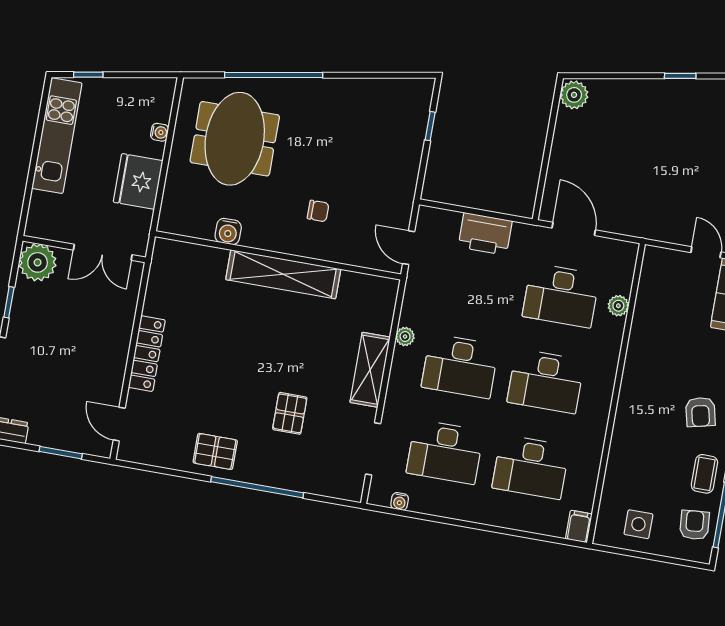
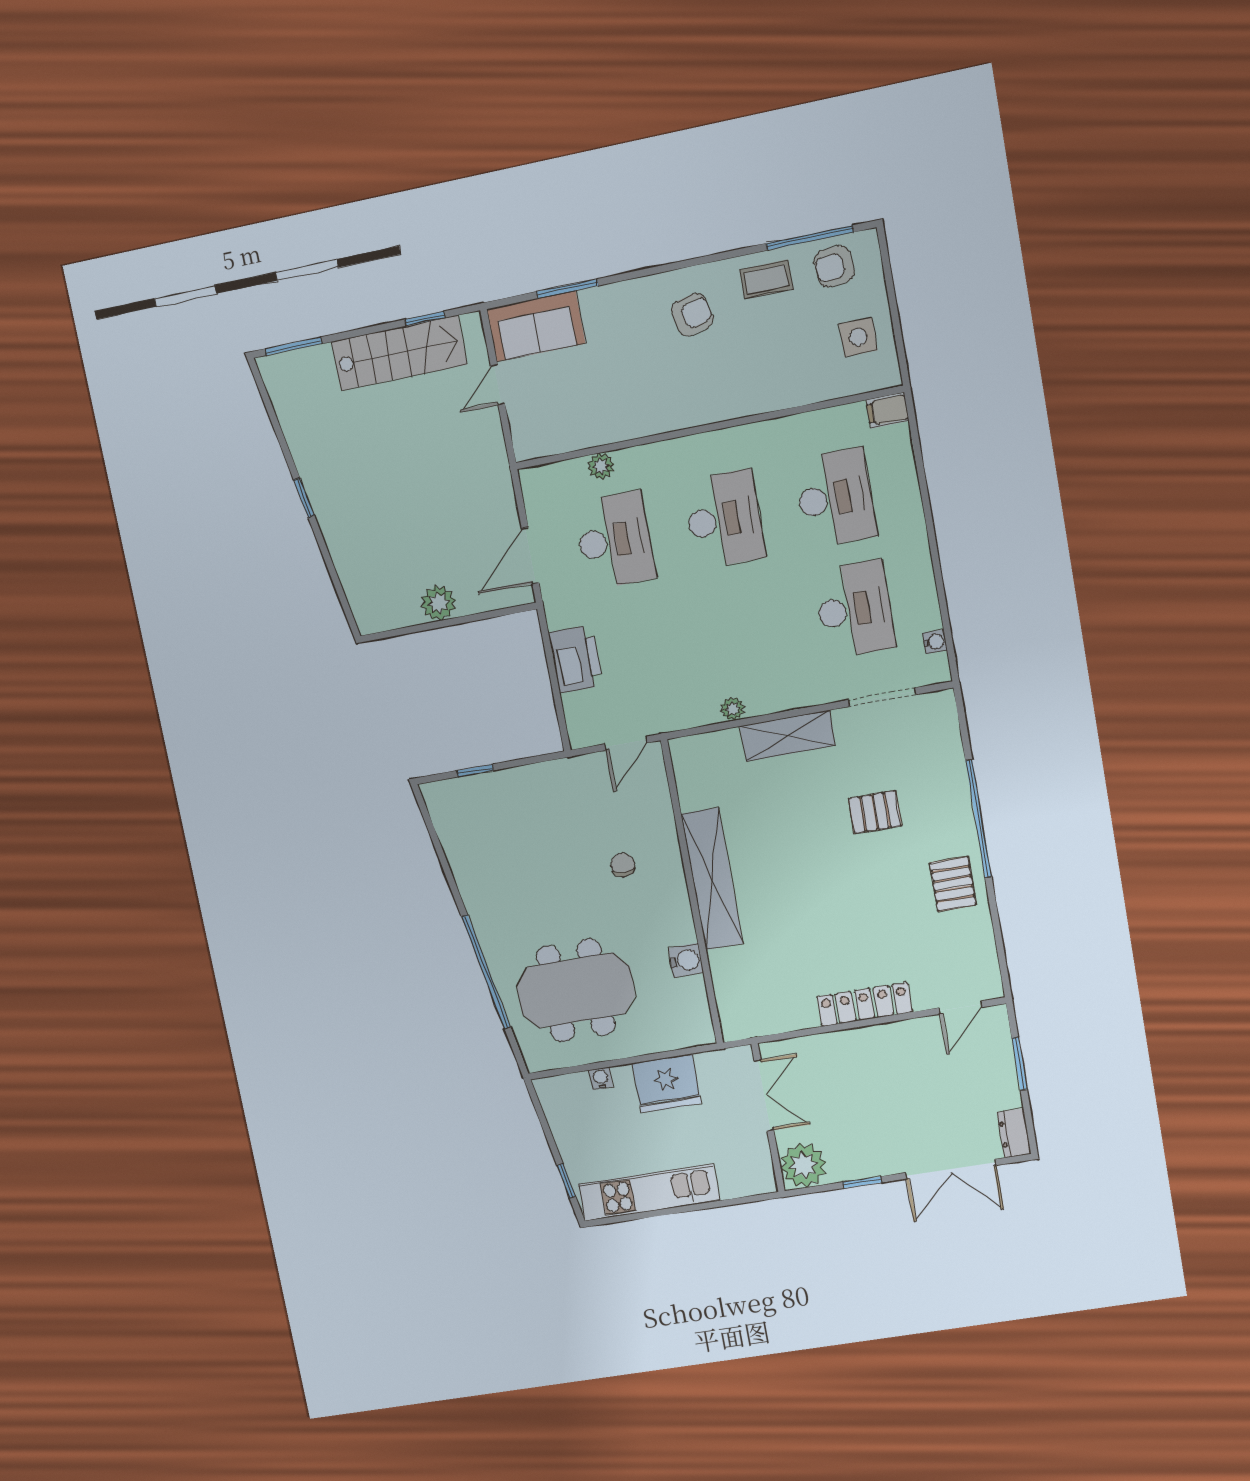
plant: (574, 95) -> (439, 603), moved
desk: (460, 366) -> (744, 630), removed

